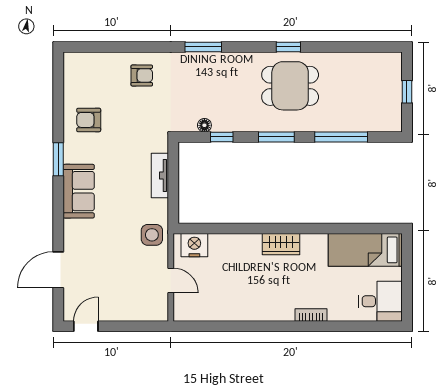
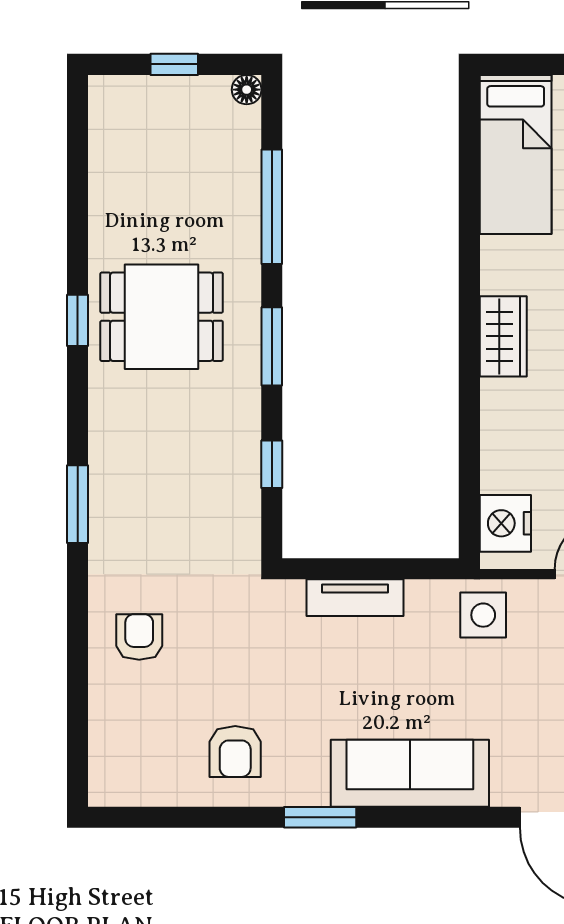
dining table: (290, 86) -> (162, 317), turned 90
floor lamp: (204, 125) -> (247, 90), moved
sofa: (79, 191) -> (410, 773), width x1.36

